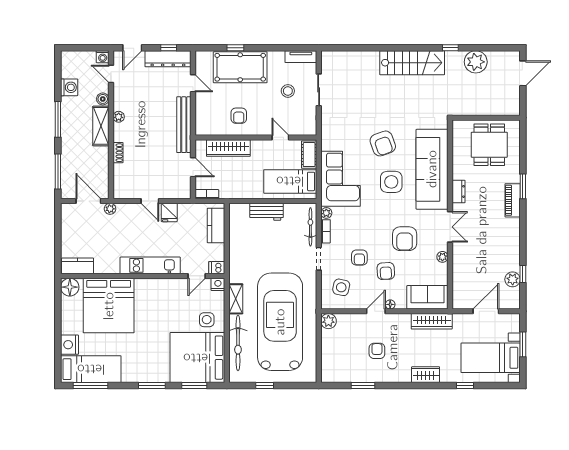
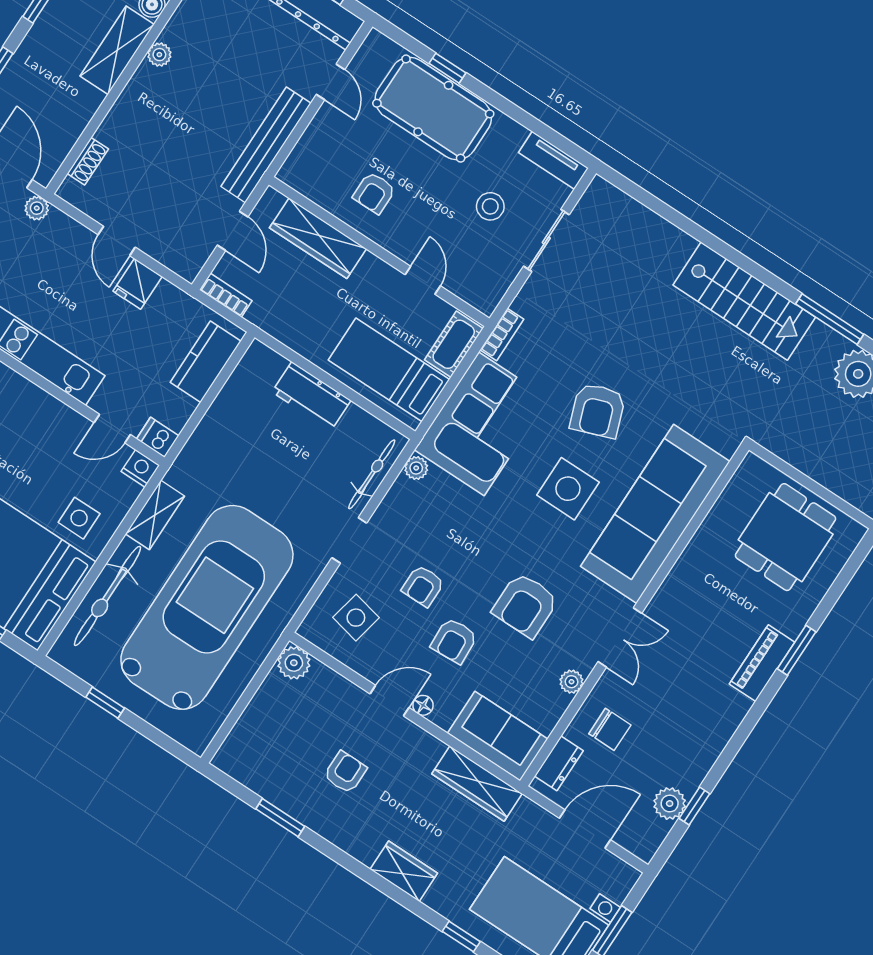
window: (450, 48) -> (830, 319), width x2.17
shoe rack: (118, 153) -> (88, 161), moved
dresser: (459, 191) -> (559, 763), moved
bookcase: (325, 231) -> (502, 335), moved
chair: (470, 266) -> (610, 729), added

